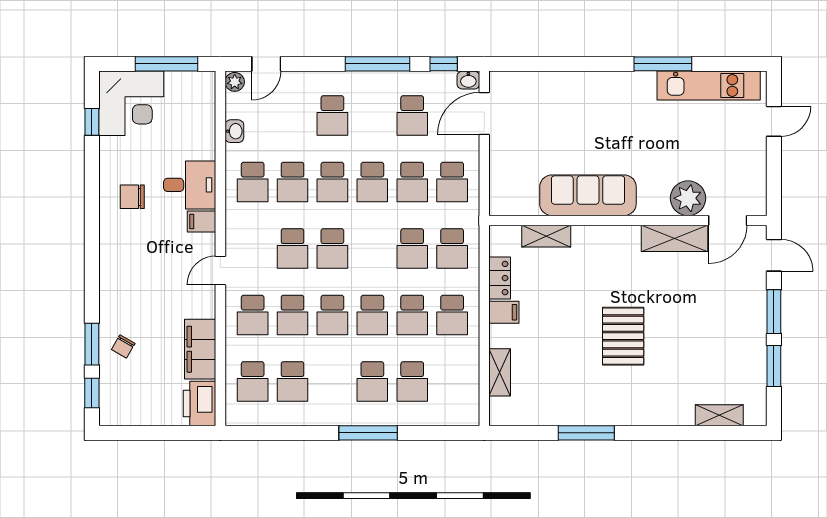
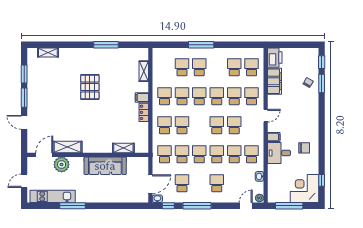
sofa: (588, 195) -> (105, 166), moved
plant: (688, 198) -> (62, 165), moved
wall: (628, 220) -> (88, 155), moved
door: (728, 220) -> (44, 155), moved
shelving: (546, 236) -> (123, 148), moved
shelving: (675, 238) -> (67, 147), moved

